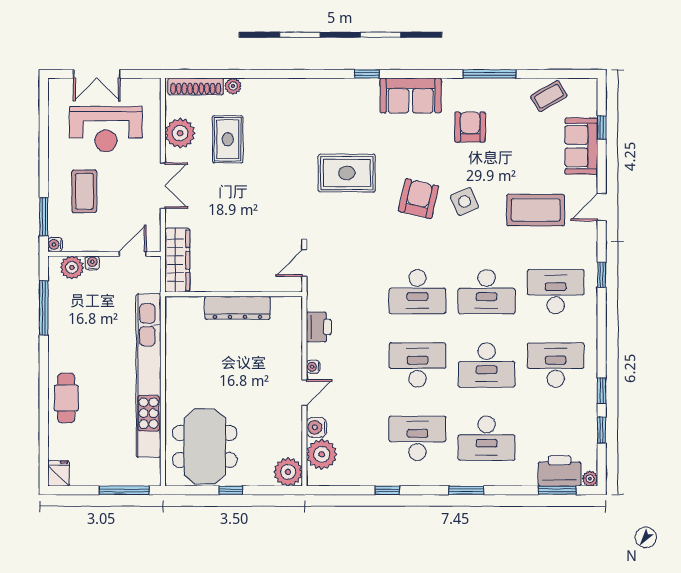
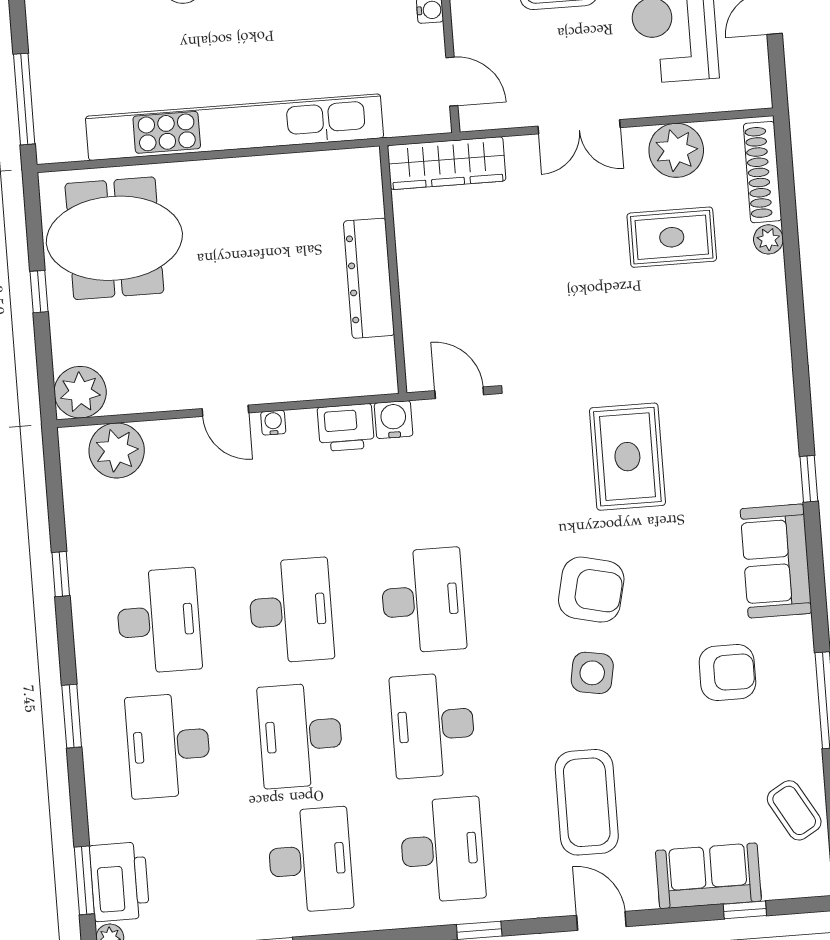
side table: (465, 202) -> (592, 673), turned 33
desk: (417, 292) -> (423, 601), turned 180
water cooler: (316, 427) -> (393, 420), moved

